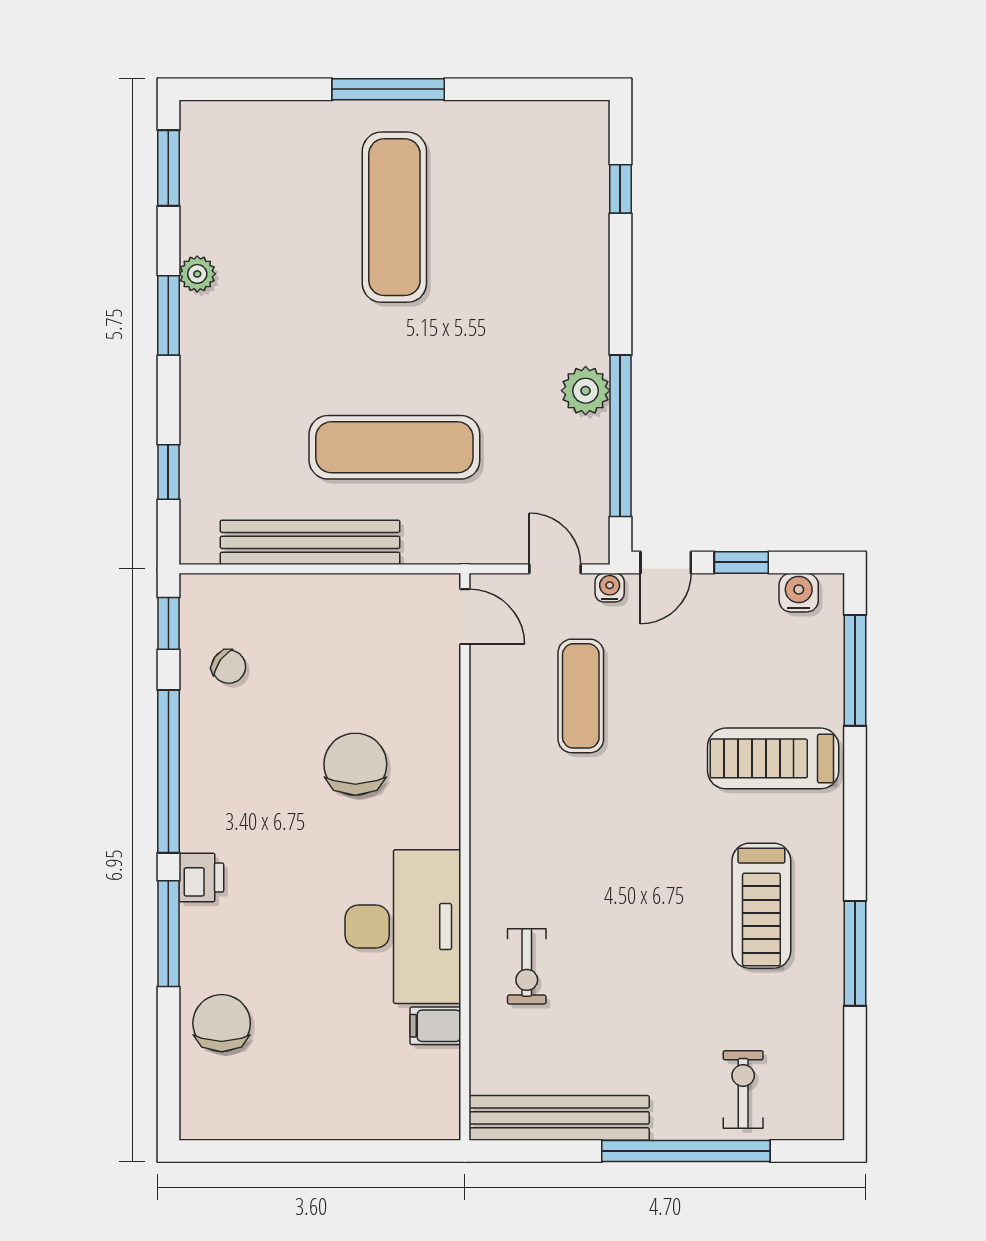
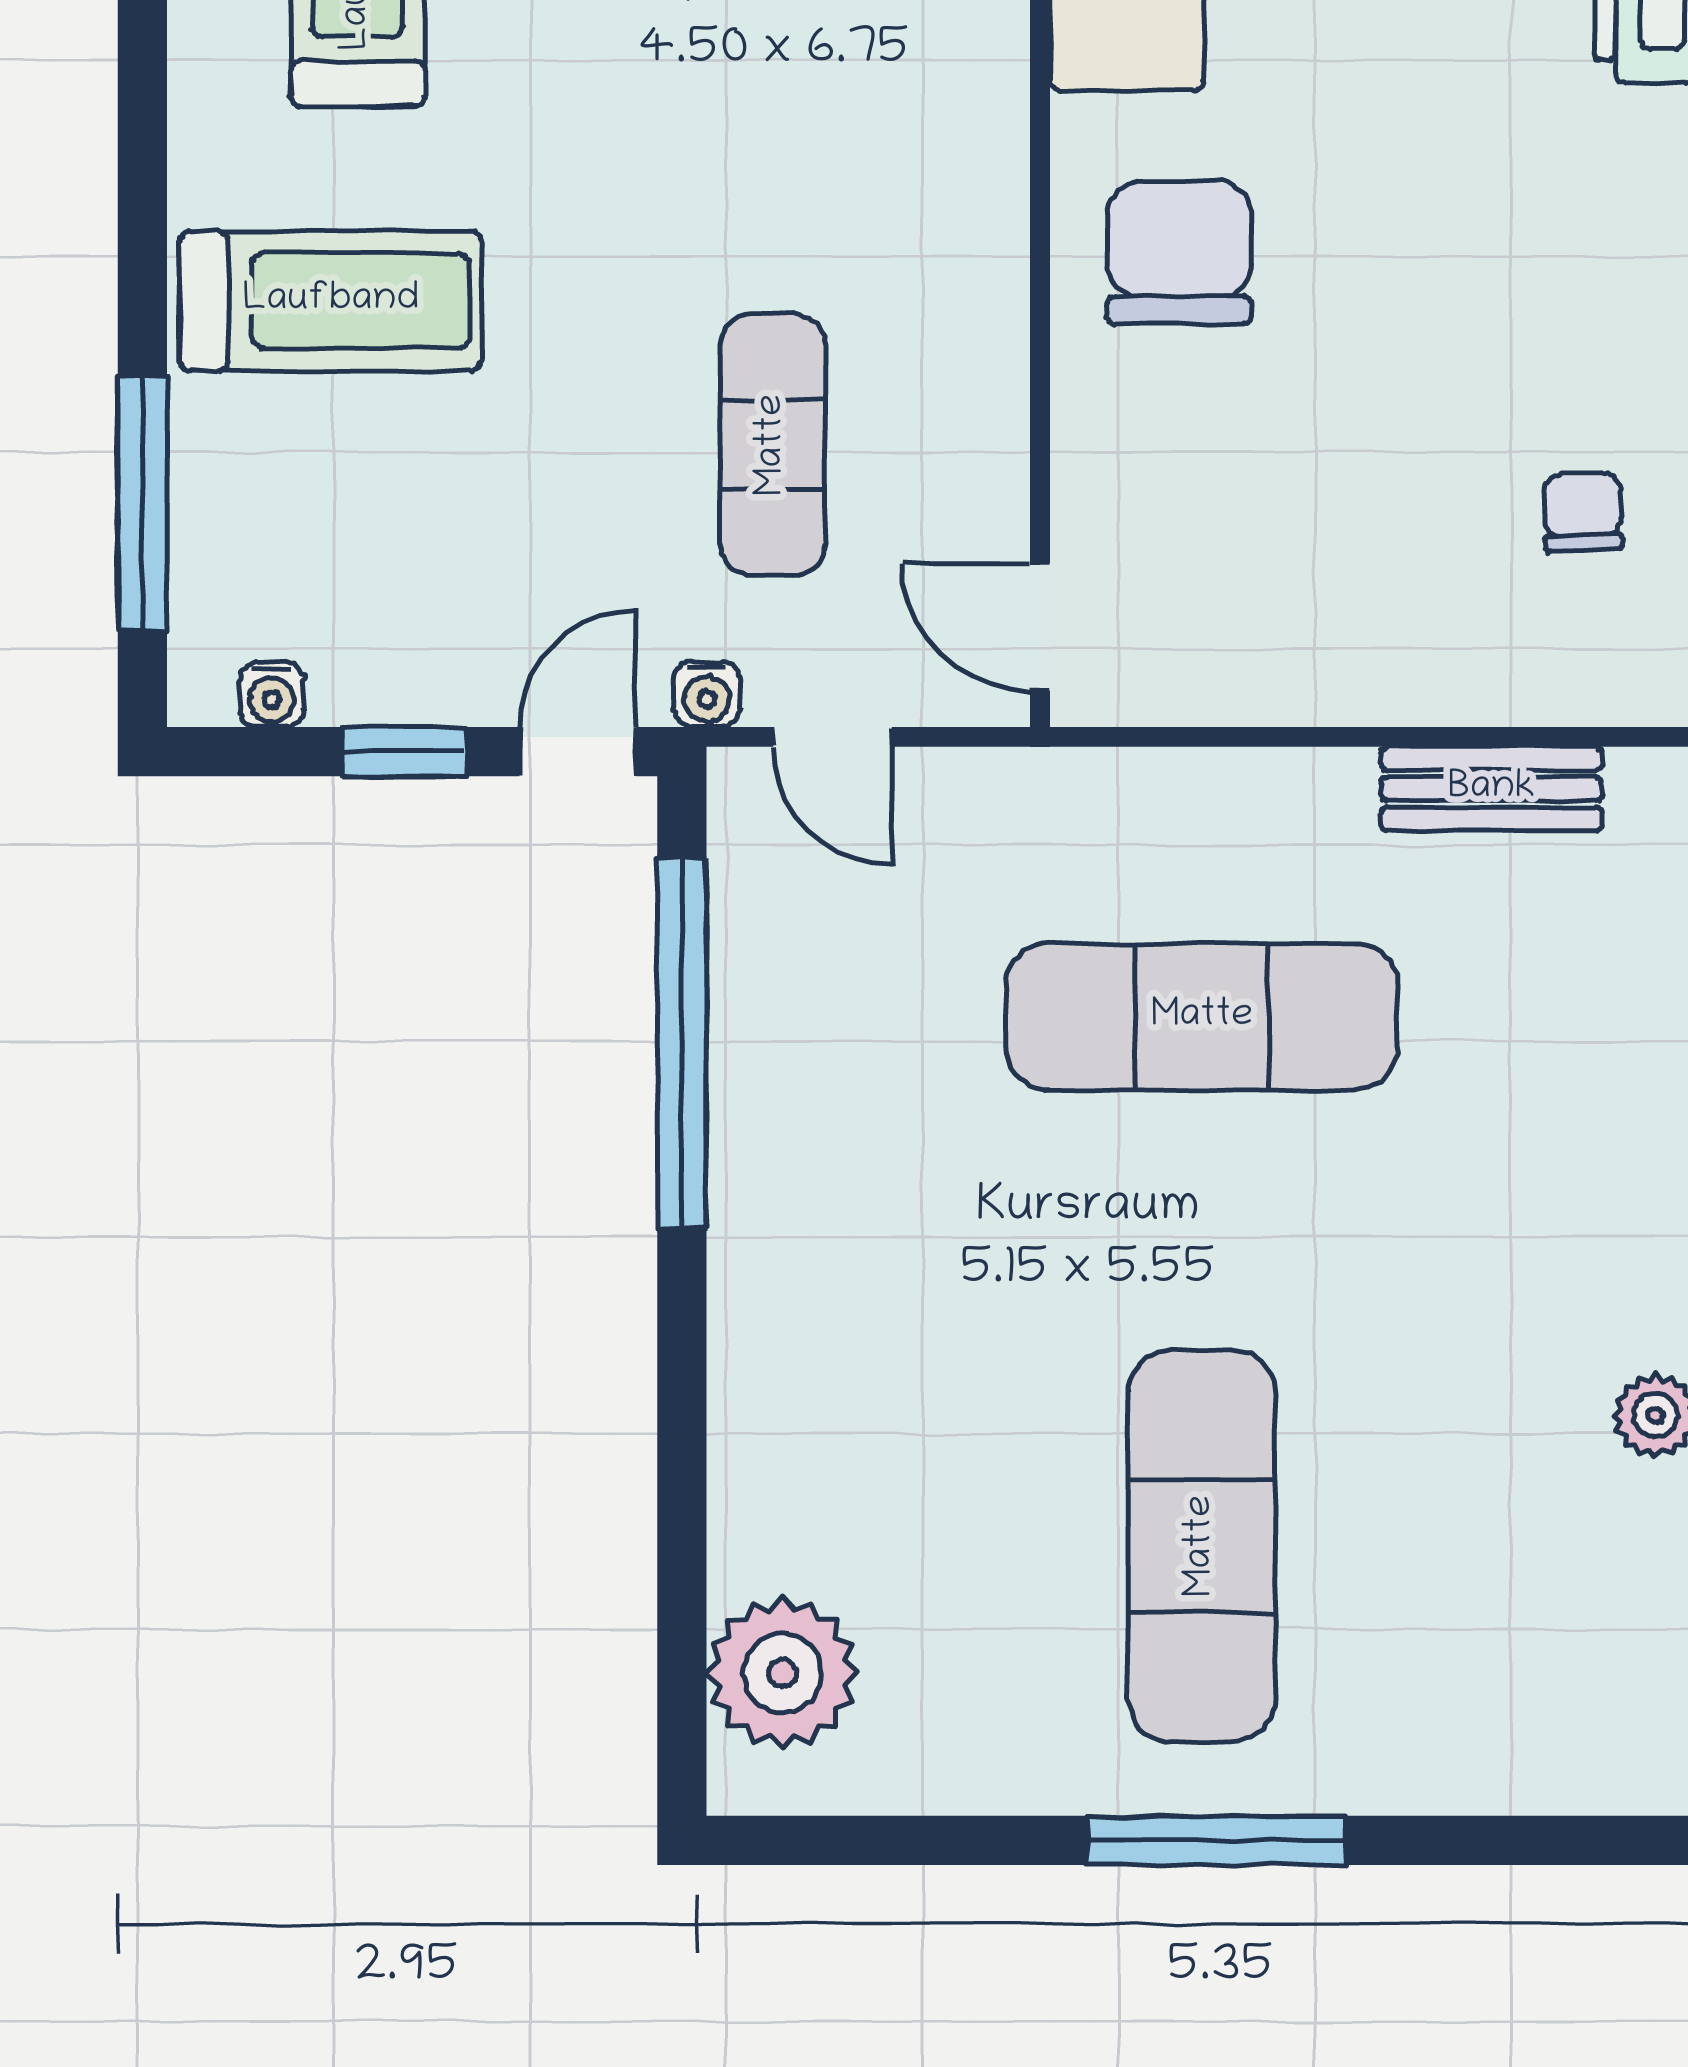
window: (620, 189) -> (682, 1611), removed
plant: (586, 391) -> (782, 1673), moved, width x1.36, depth x1.36
bench: (310, 542) -> (1492, 789), width x0.54, depth x0.82
water cooler: (799, 593) -> (272, 695), width x0.72, depth x0.72
chair: (229, 667) -> (1583, 512), turned 53
chair: (355, 764) -> (1179, 253), moved, turned 180

